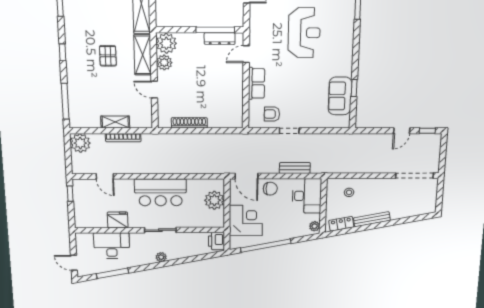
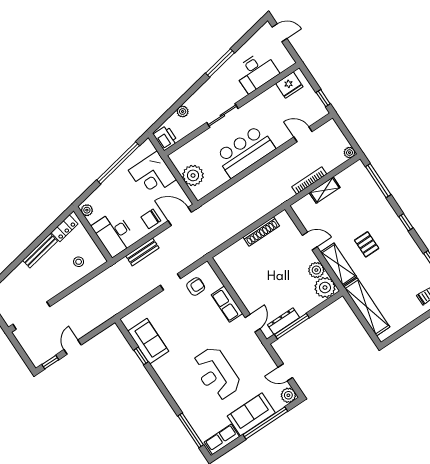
plant: (80, 143) -> (350, 153), width x0.53, depth x0.53
fridge: (118, 220) -> (289, 85), moved
plant: (161, 257) -> (183, 112), moved
window: (113, 273) -> (220, 63), moved

